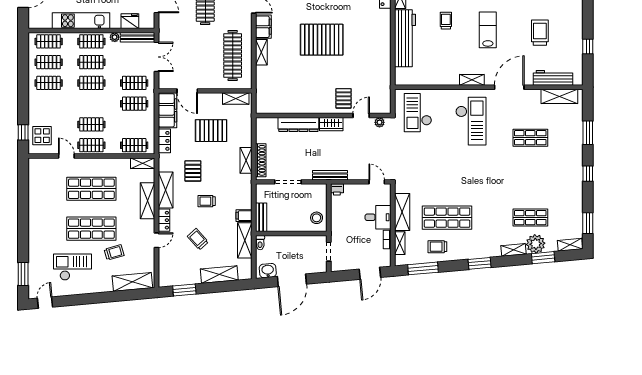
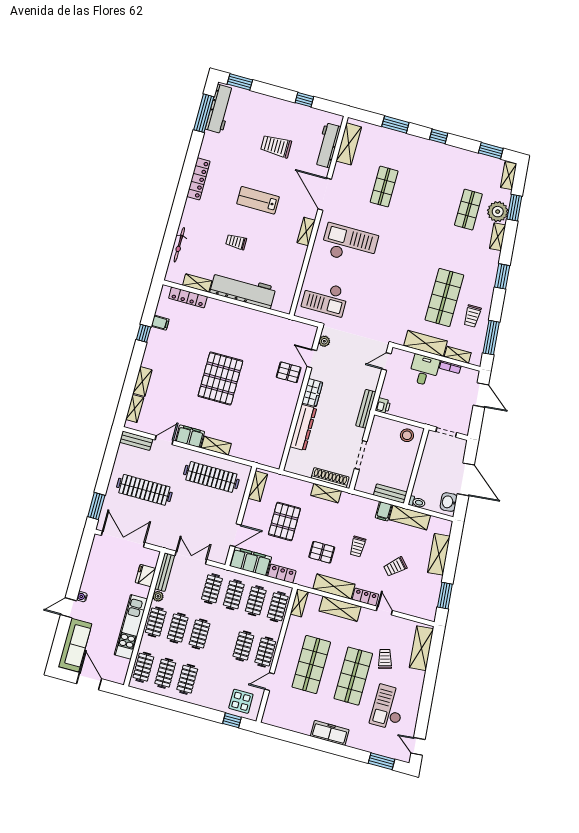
clothes rail: (134, 124) -> (256, 601), added
freezer: (36, 222) -> (330, 733), added

